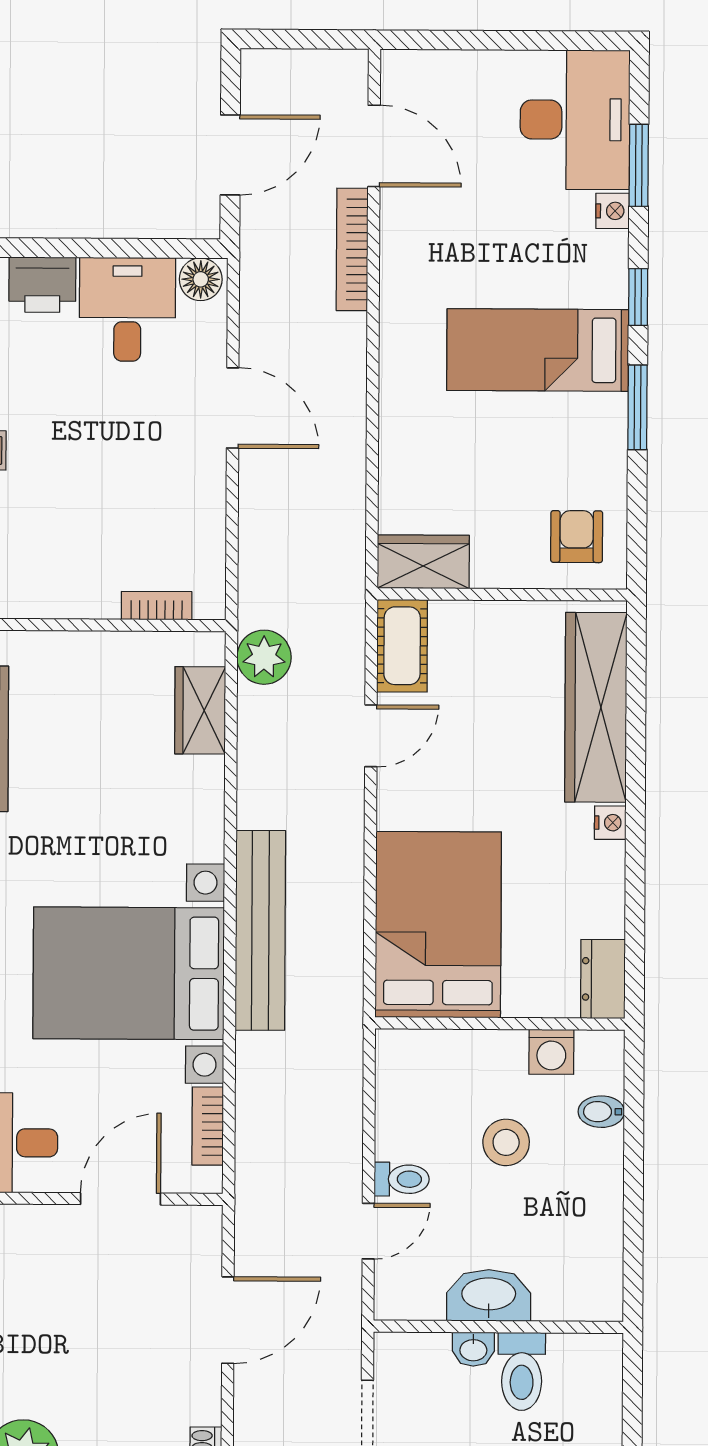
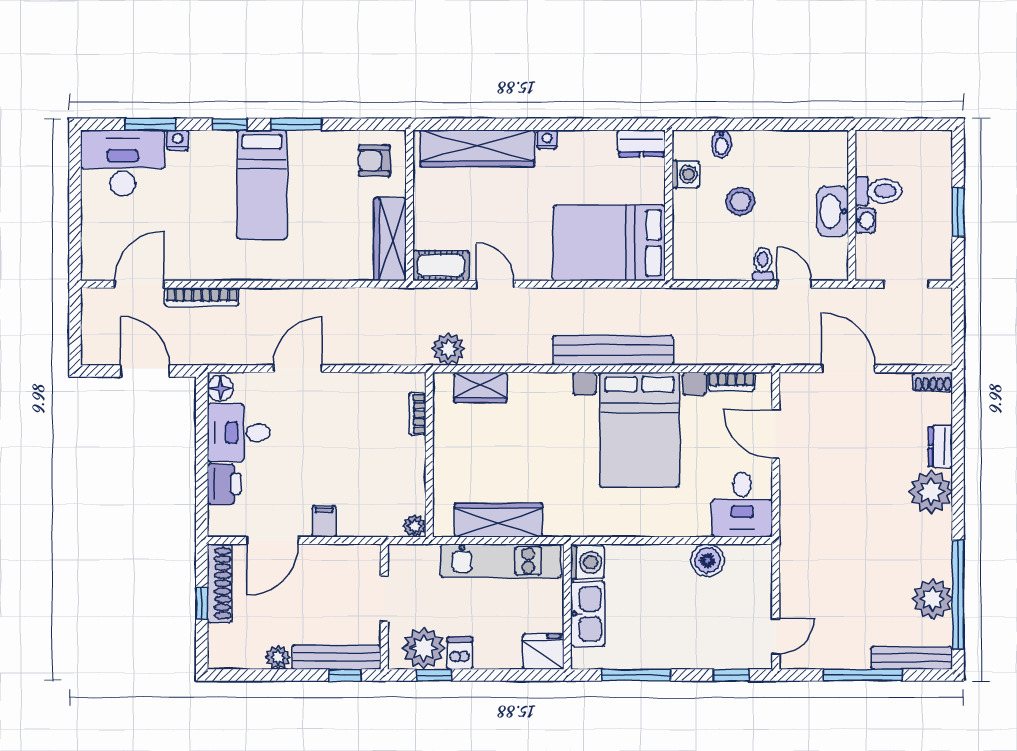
wardrobe: (423, 562) -> (390, 239), width x1.50

